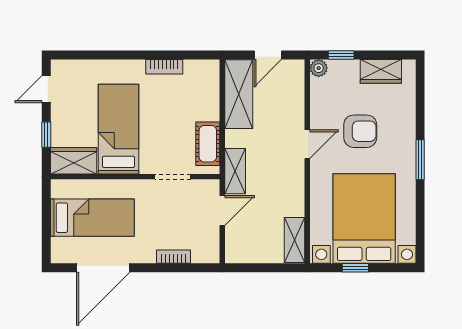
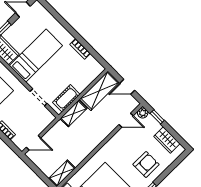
armchair: (360, 131) -> (146, 164), moved, turned -90
door: (307, 144) -> (126, 120), moved
shelving: (235, 171) -> (74, 113), moved
door: (222, 211) -> (34, 143), moved

